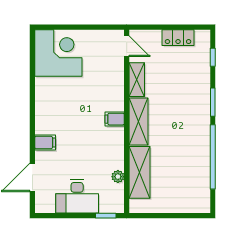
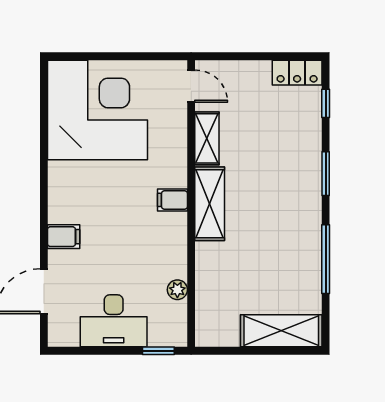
locker: (178, 38) -> (297, 73), moved
corner desk: (58, 53) -> (98, 110), width x1.36, depth x1.36
window: (213, 157) -> (326, 259), width x0.68
shelving: (139, 172) -> (281, 331), moved, turned 90

